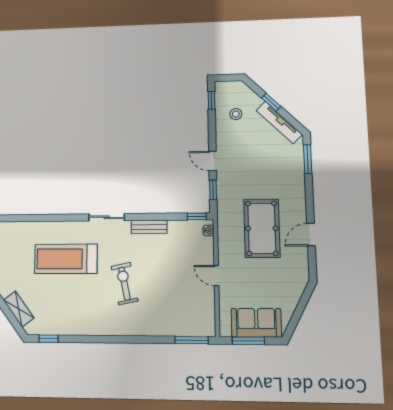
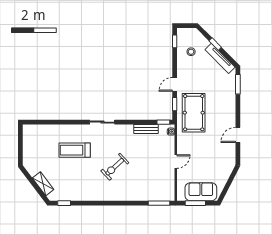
door: (213, 161) -> (175, 84), hinge flipped
bench: (149, 227) -> (146, 129), moved
pool table: (262, 228) -> (194, 113), moved
treadmill: (66, 259) -> (75, 150), width x0.73, depth x0.73
door: (216, 276) -> (176, 161), swing flipped
exercise bike: (124, 284) -> (115, 167), turned -121

